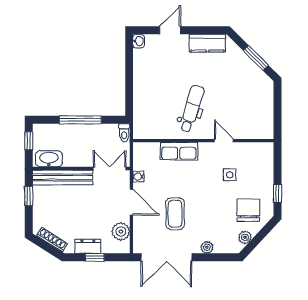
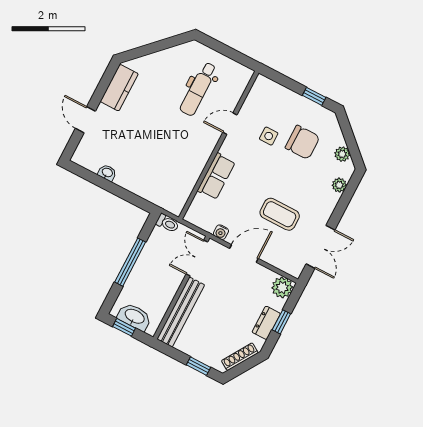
washbasin: (139, 41) -> (107, 173), moved
window: (256, 58) -> (161, 45), removed
dental chair: (192, 109) -> (198, 89), moved, turned -107
washbasin: (49, 159) -> (134, 317), moved, turned 90
window: (29, 196) -> (199, 366), moved
chair: (248, 210) -> (302, 142), moved, turned 180
plant: (121, 231) -> (282, 287), moved
plant: (207, 247) -> (339, 185), moved
double door: (166, 257) -> (320, 247), width x0.73

